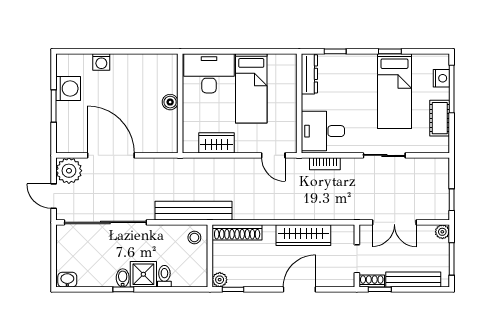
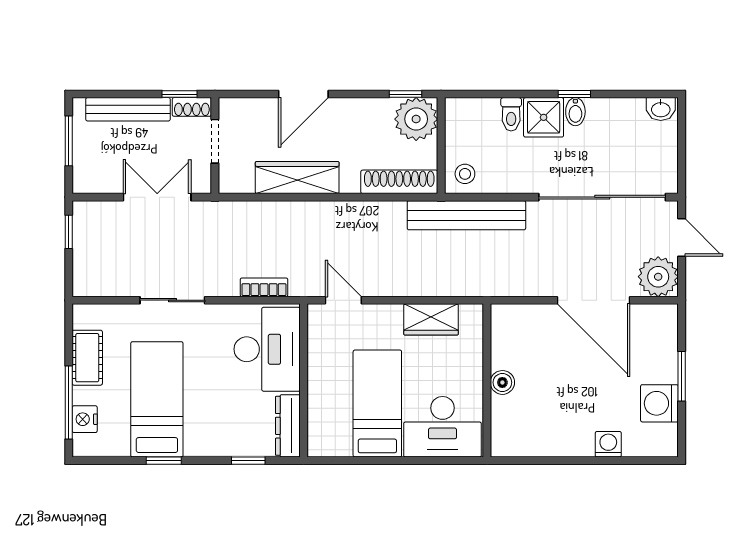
desk: (323, 131) -> (267, 349), width x1.37
plant: (442, 232) -> (83, 183), removed
plant: (220, 280) -> (416, 119), width x1.88, depth x1.88

